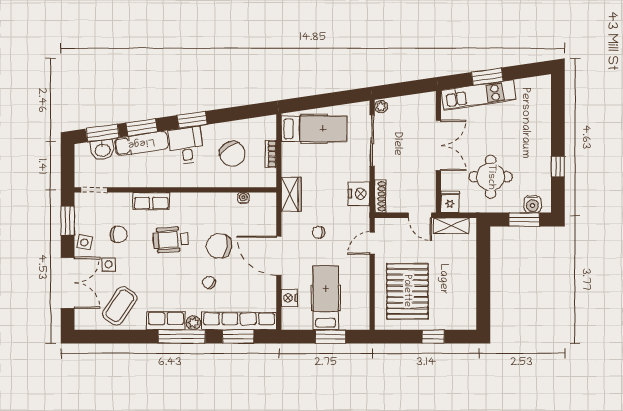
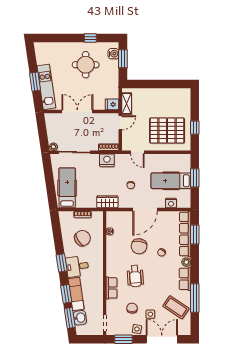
round table: (491, 177) -> (86, 65), moved
window: (182, 337) -> (195, 298), moved
window: (433, 337) -> (195, 128), moved

